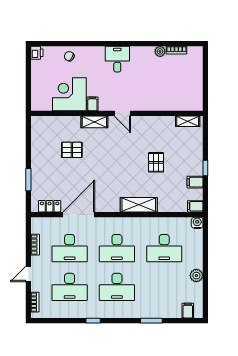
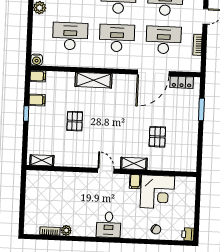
pallet: (72, 150) -> (157, 137), turned 90

